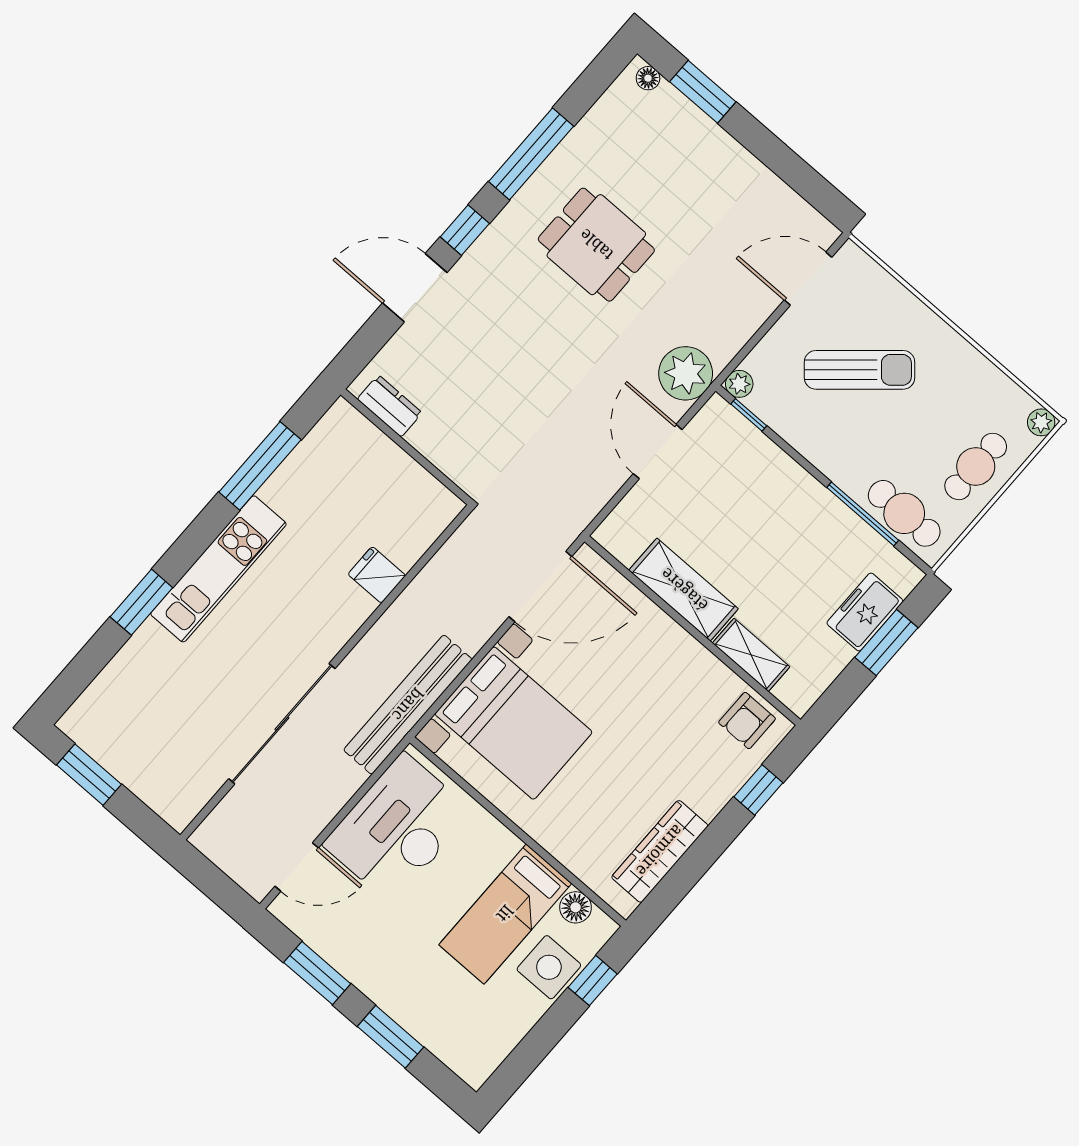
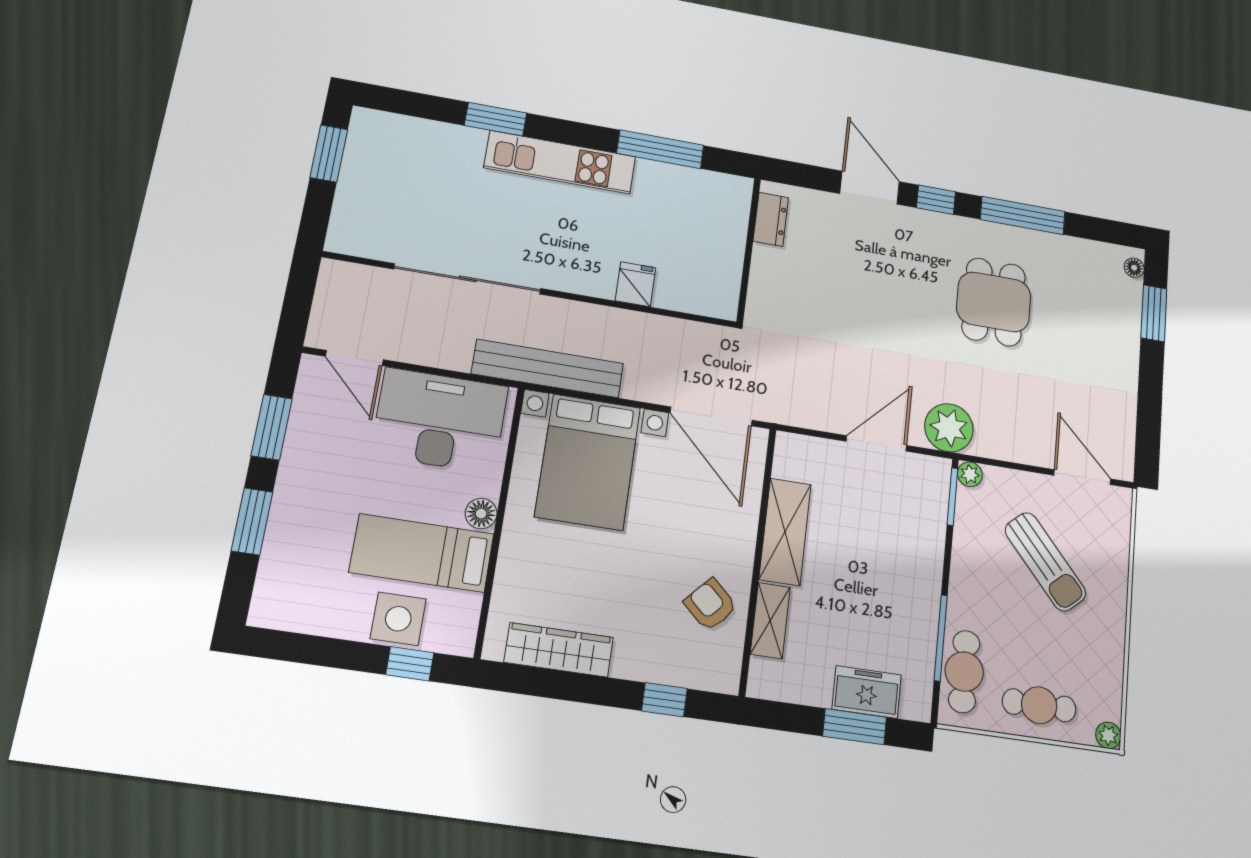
window: (749, 415) -> (952, 497), width x1.50
armchair: (747, 721) -> (710, 605), moved, turned 43
floor lamp: (576, 907) -> (481, 514), moved

